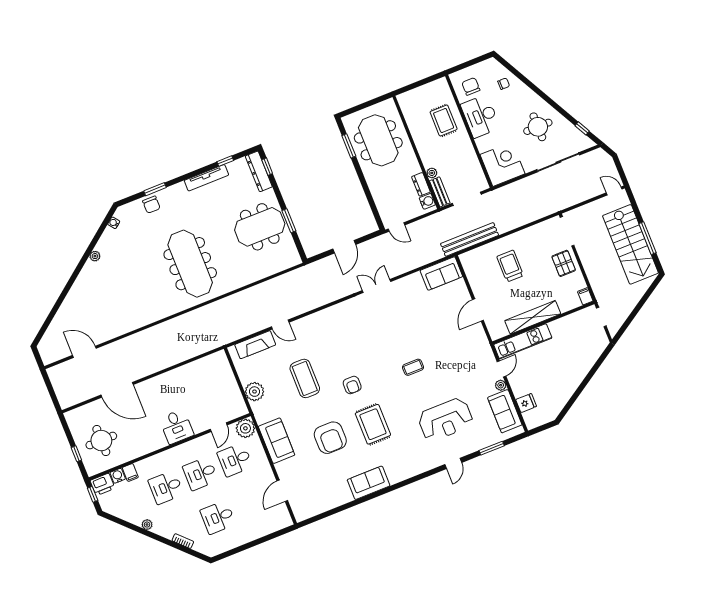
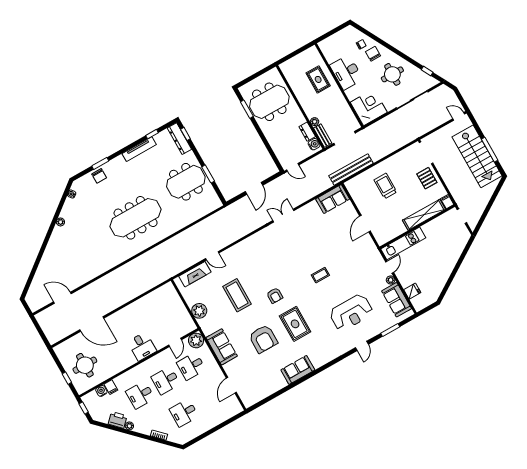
chair: (471, 86) -> (373, 54), moved
meeting table: (378, 140) -> (269, 102), turned 90
meeting table: (190, 264) -> (136, 218), turned 90
shelving: (533, 317) -> (424, 215), moved
printer: (102, 484) -> (118, 420), moved, turned -135

